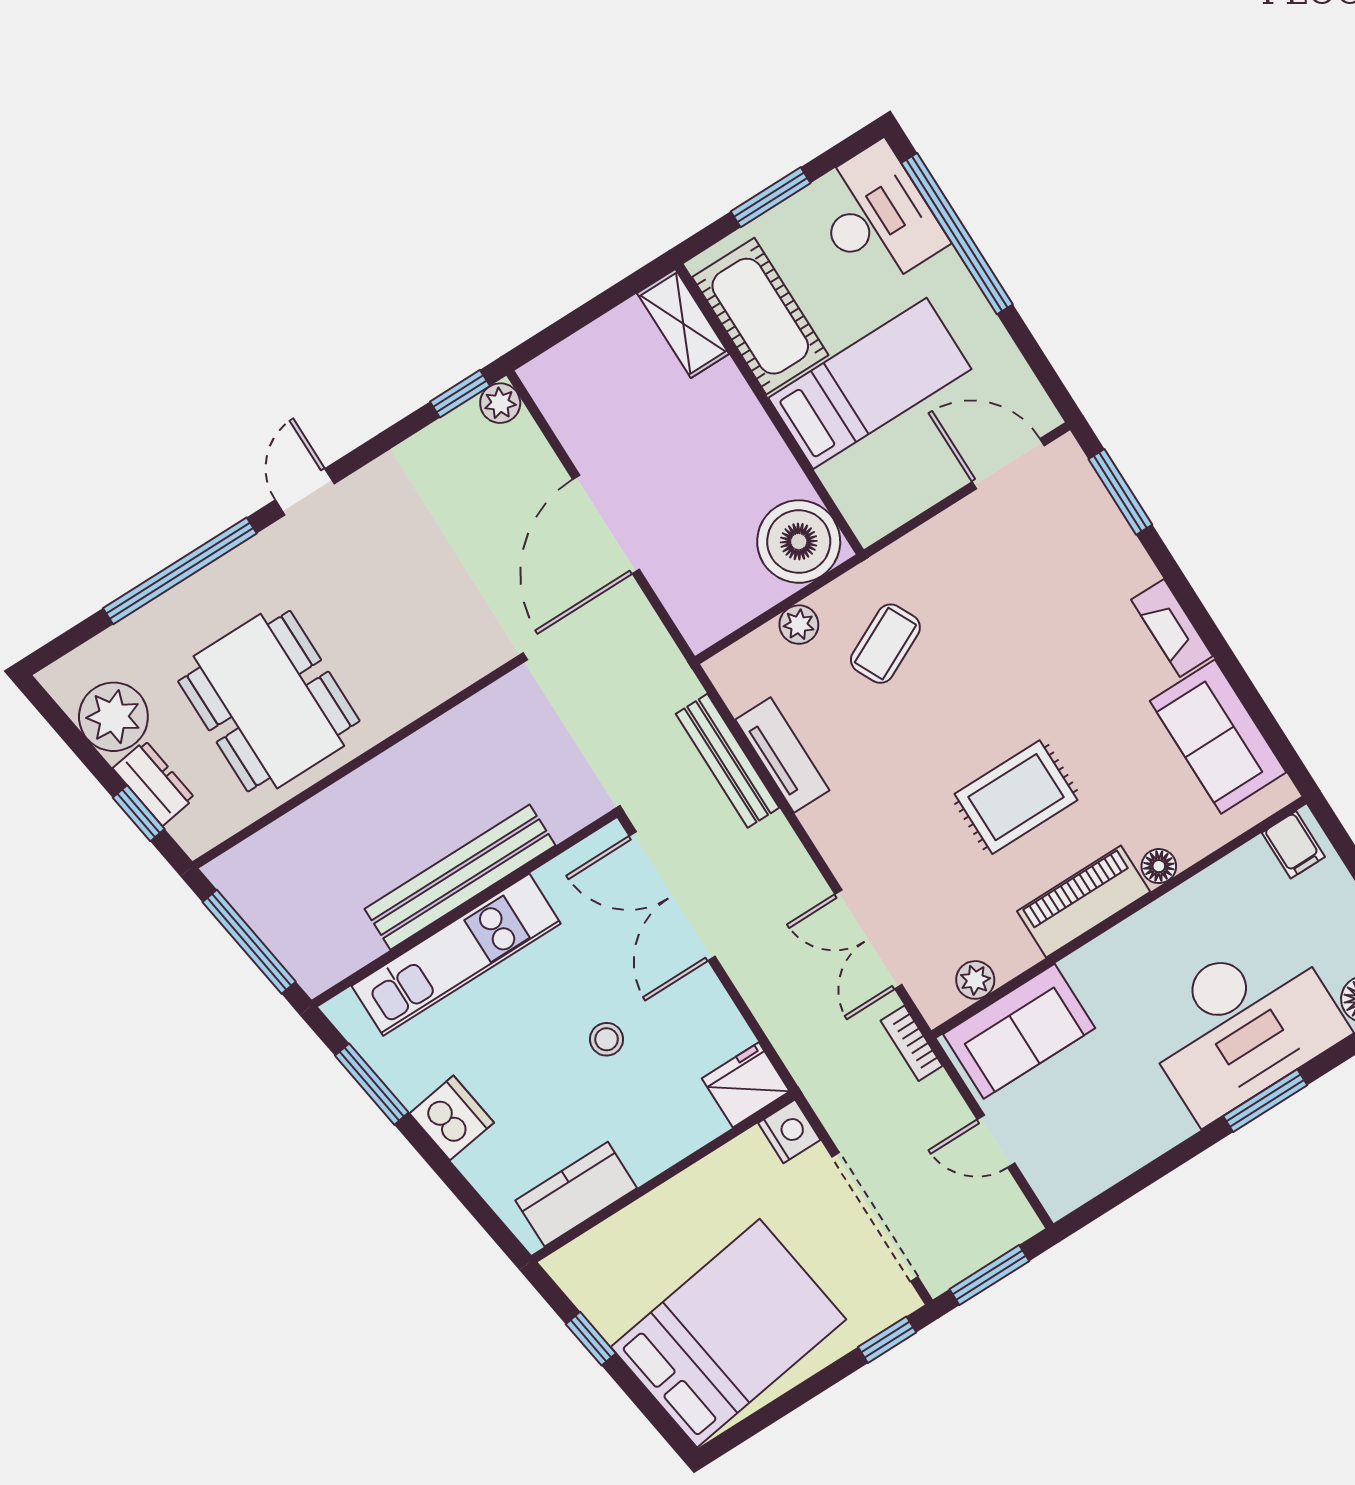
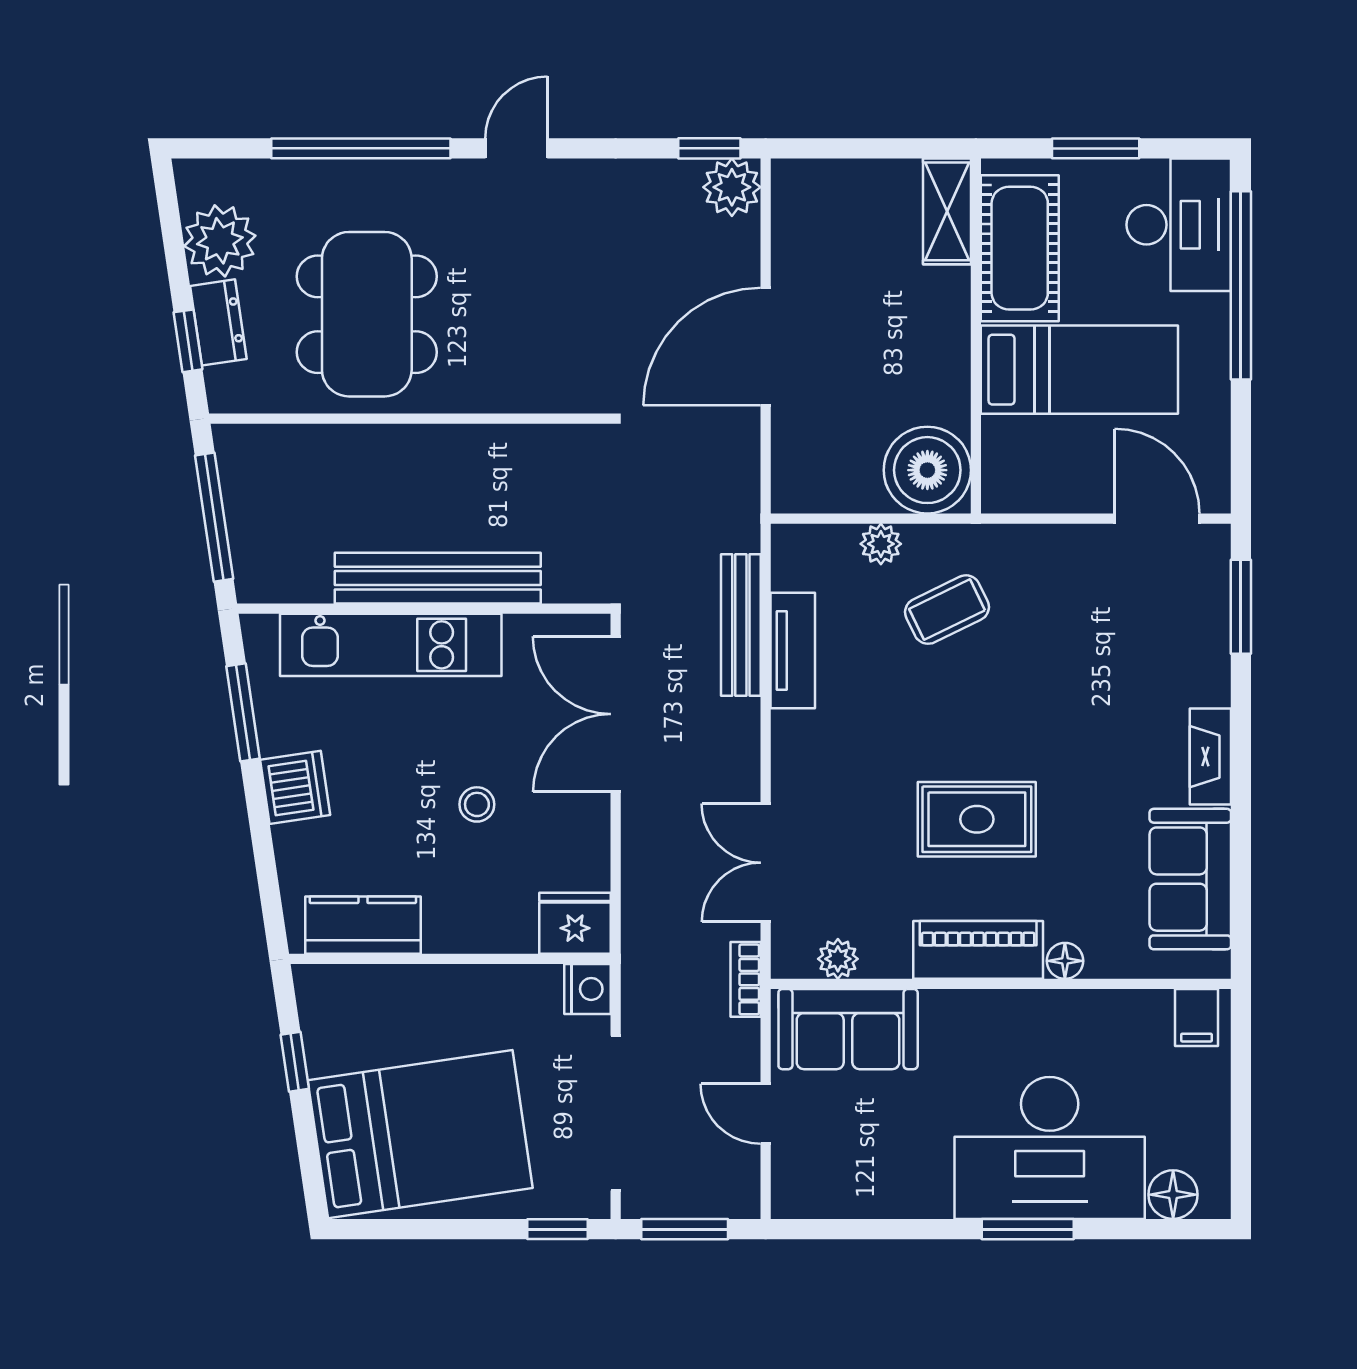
plant: (500, 403) -> (732, 187), width x1.38, depth x1.38

